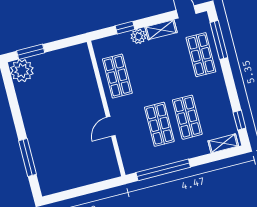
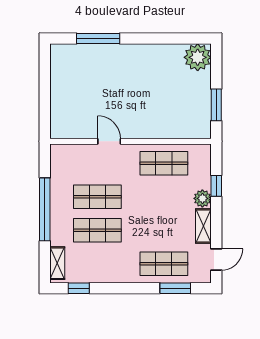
window: (219, 40) -> (175, 288), width x0.69
window: (31, 52) -> (216, 105), moved
window: (163, 170) -> (45, 209), moved

